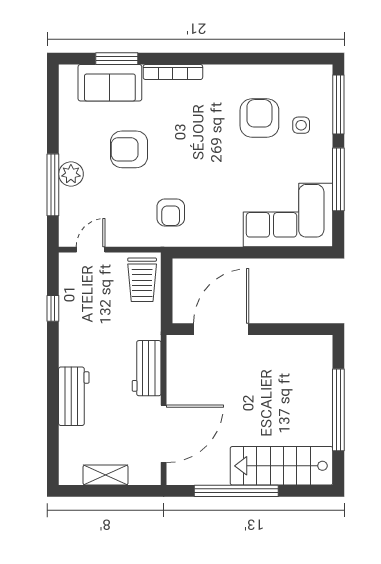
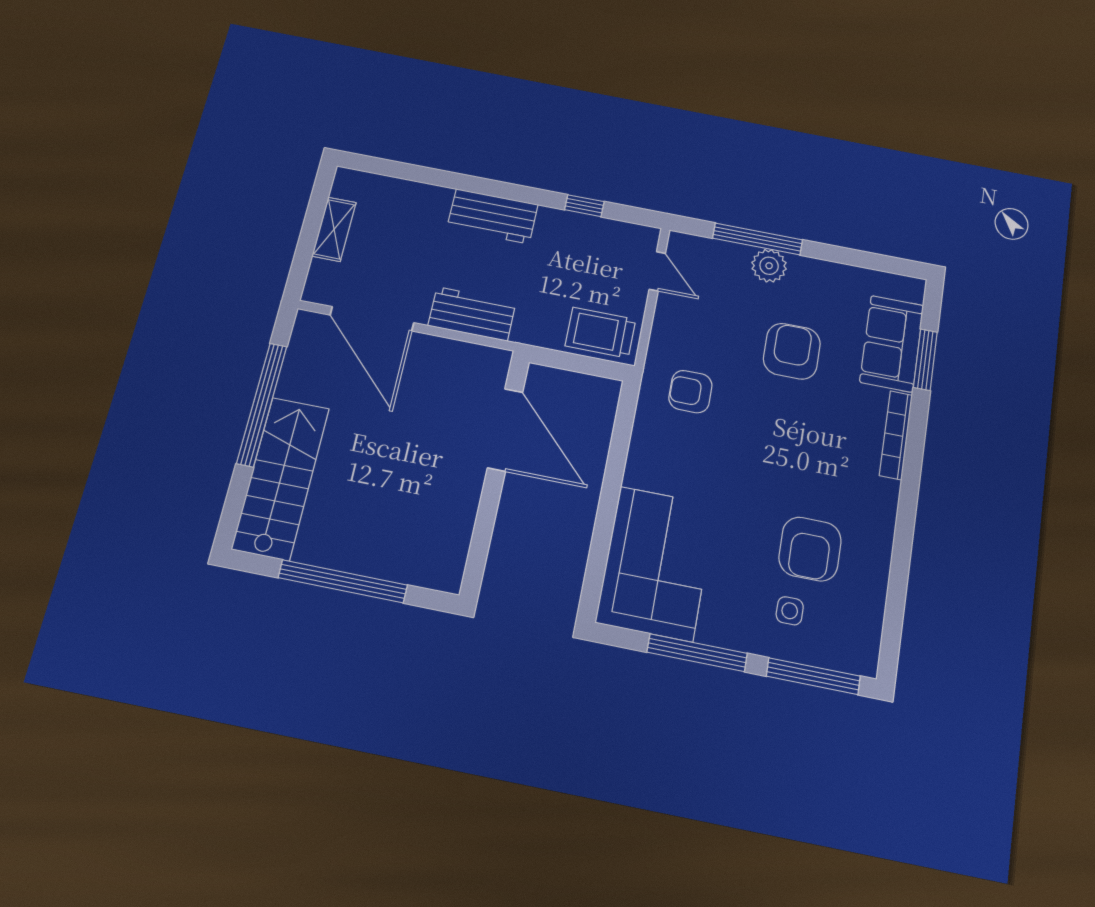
armchair: (259, 118) -> (810, 549), turned 90
workbench: (74, 396) -> (493, 216), moved

